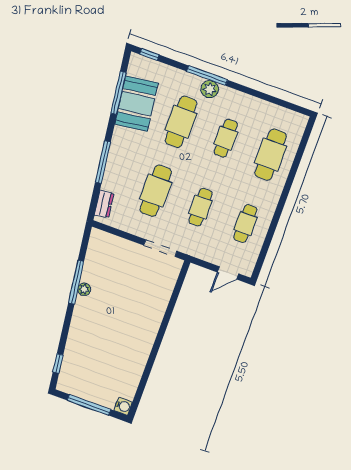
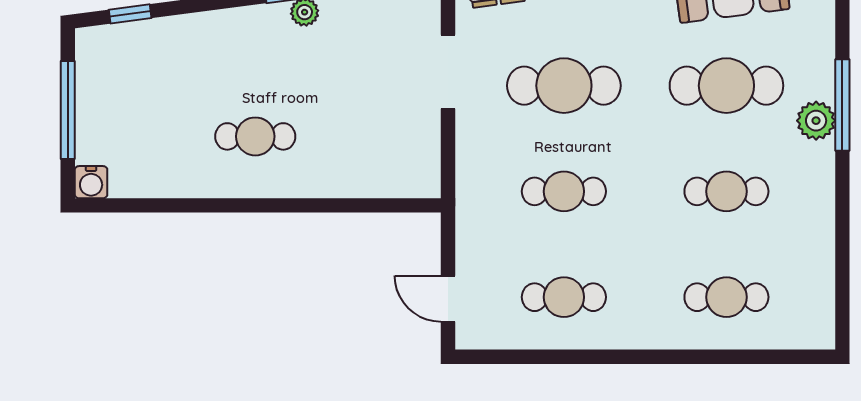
cafe table: (271, 155) -> (726, 297), width x0.73, depth x0.74
doorway: (160, 248) -> (448, 72), moved
cafe table: (129, 329) -> (255, 136), added

